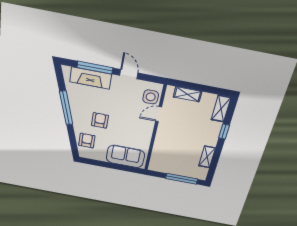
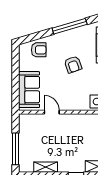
door: (159, 114) -> (52, 112), moved
armchair: (100, 120) -> (73, 65), moved, turned 71

